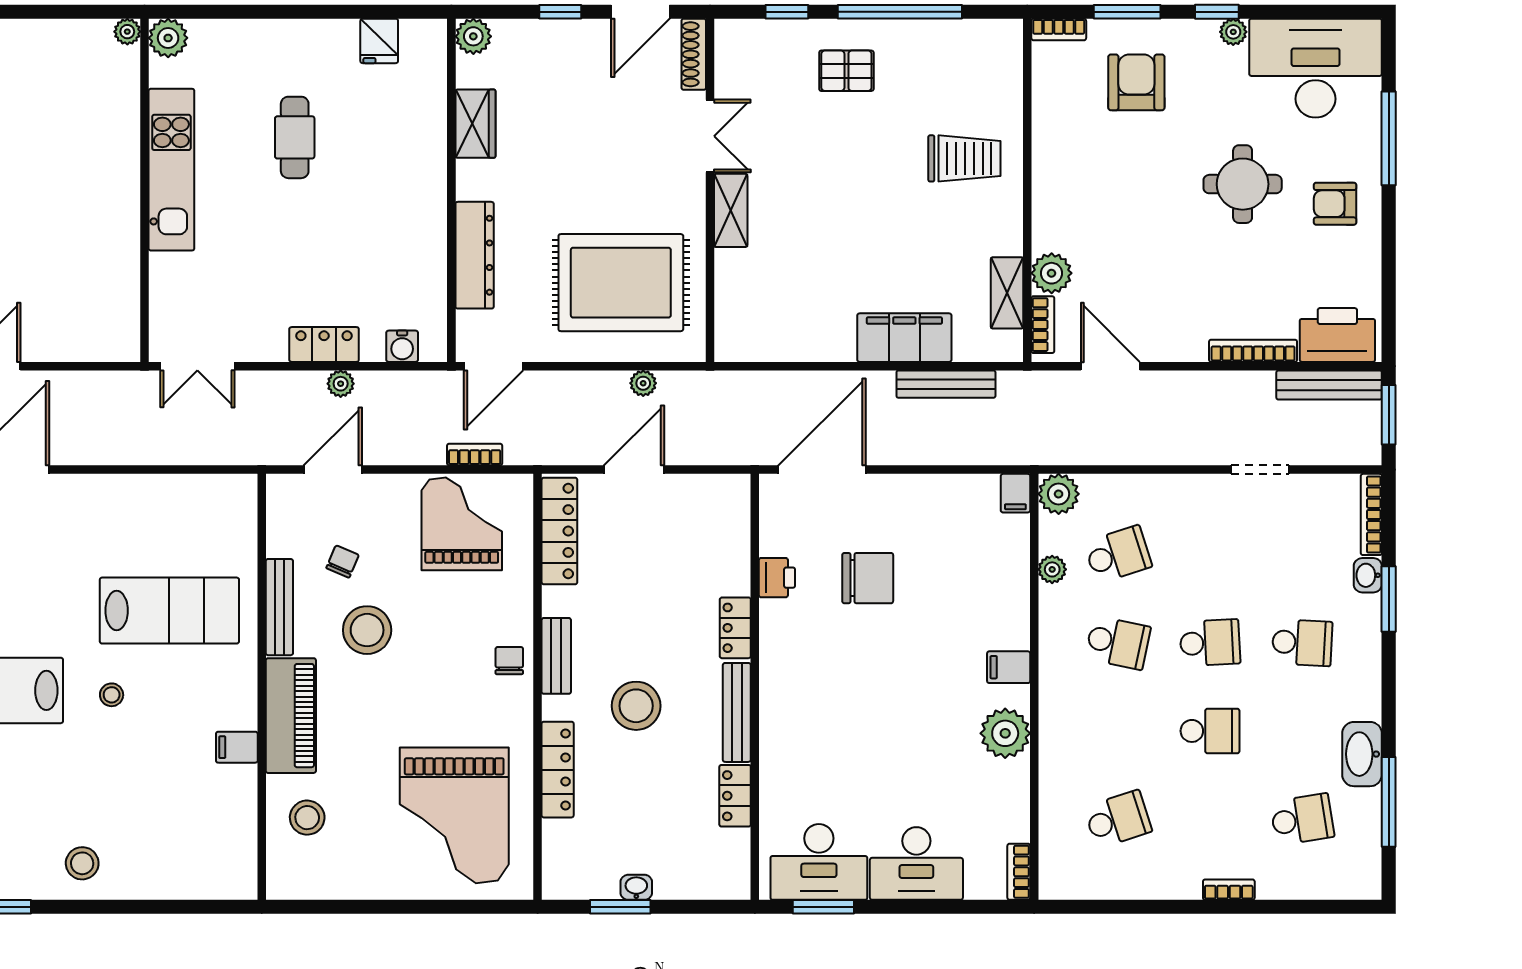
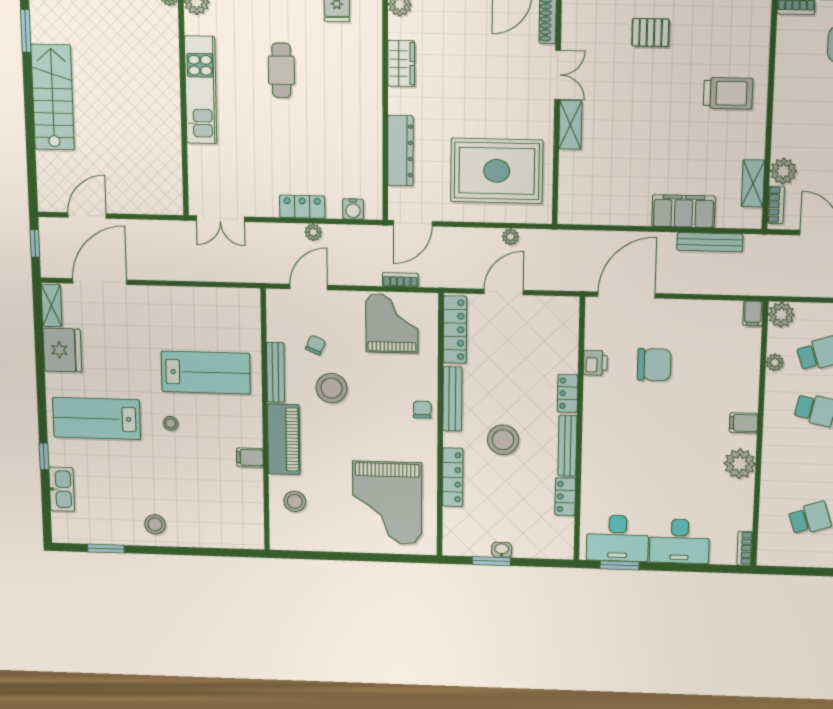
bench: (556, 656) -> (452, 399), width x1.36

